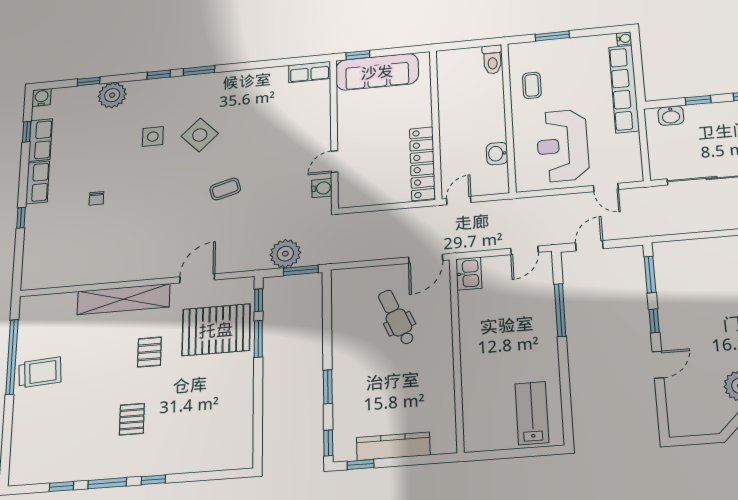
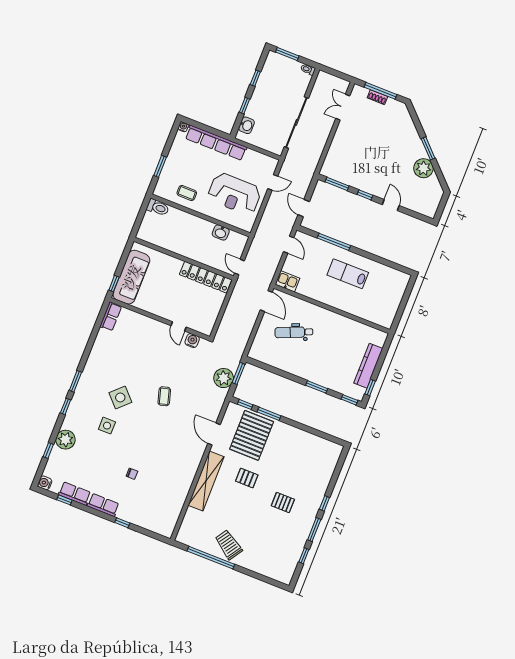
trolley: (40, 372) -> (229, 545), turned -52
lab bench: (532, 413) -> (348, 274), moved

